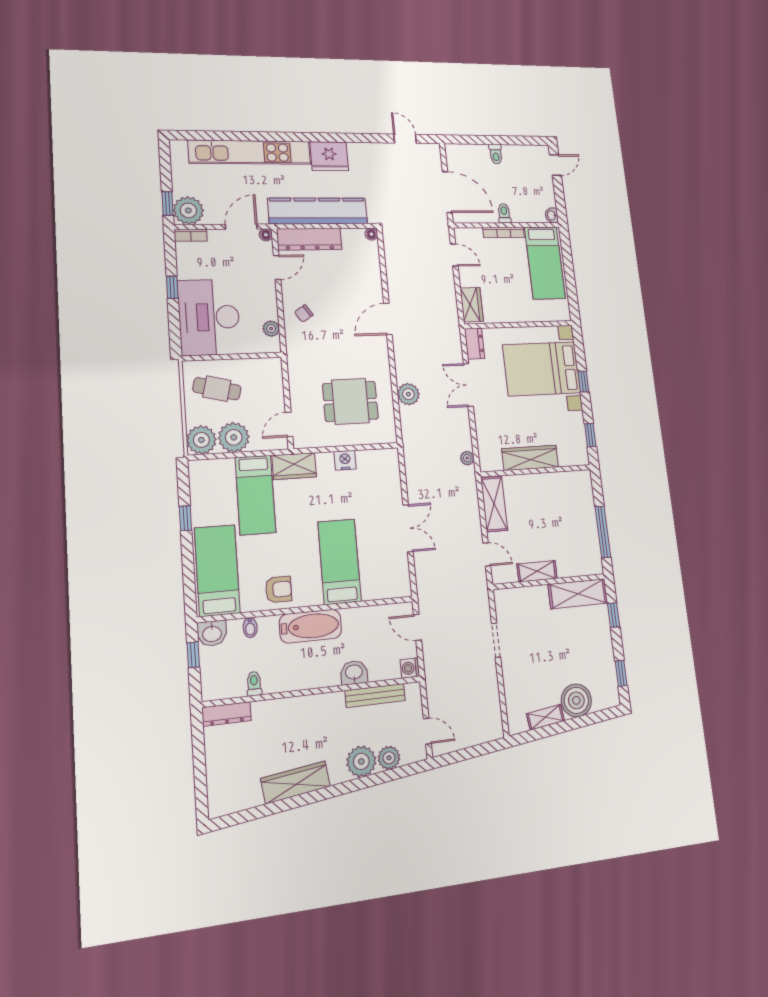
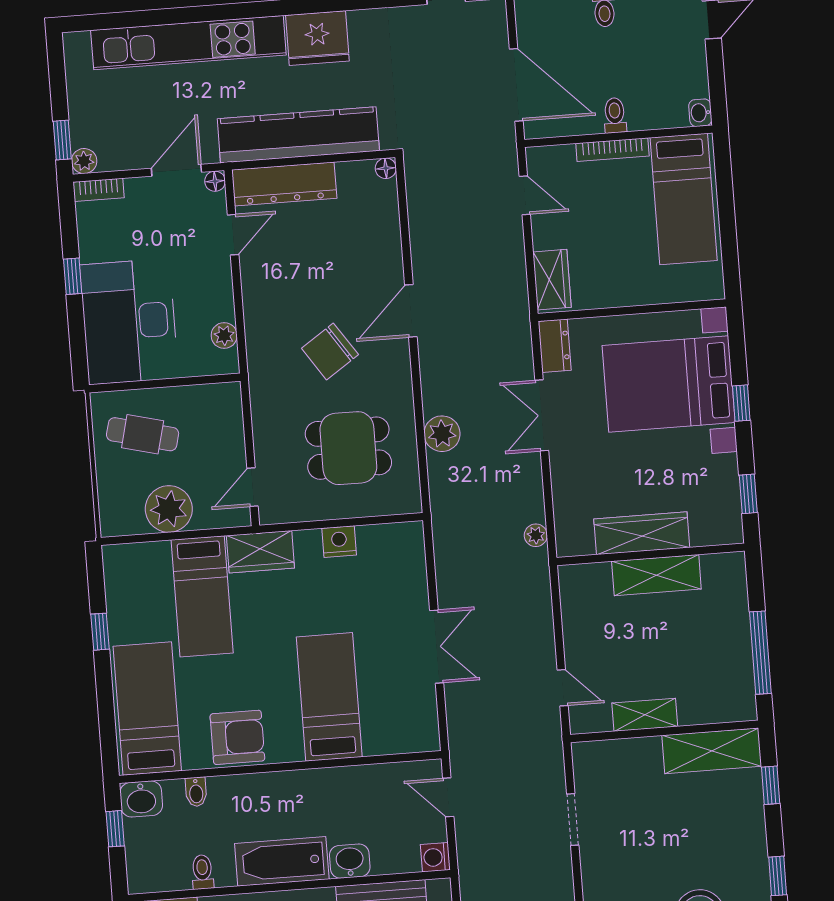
plant: (188, 210) -> (84, 161), width x0.53, depth x0.53
chair: (304, 314) -> (330, 351), moved, width x1.87, depth x1.87
plant: (201, 440) -> (121, 514), removed
shelving: (494, 504) -> (656, 575), moved, turned 90
armchair: (279, 589) -> (237, 737), width x1.38, depth x1.38
bathtub: (310, 626) -> (282, 861), moved, turned 180

